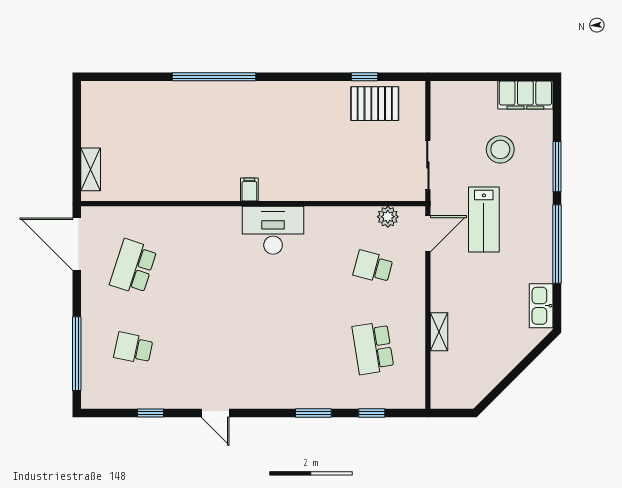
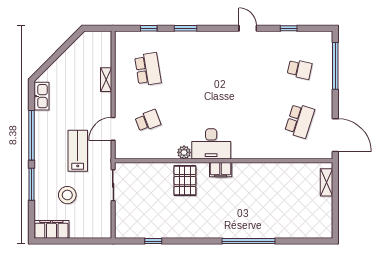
pallet: (375, 104) -> (185, 181), moved, turned 90
filing cabinet: (249, 190) -> (221, 170), width x2.00
plant: (388, 217) -> (184, 152), moved
door: (428, 234) -> (113, 129), moved
school desk: (373, 267) -> (148, 121), turned -36

